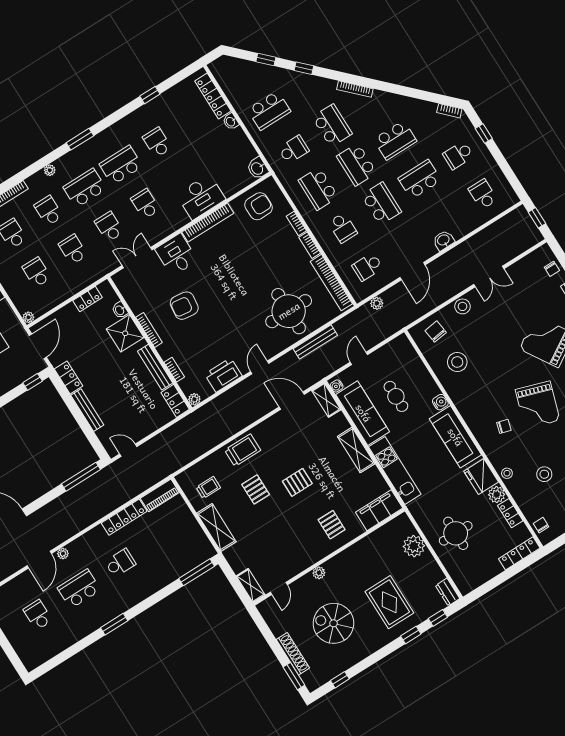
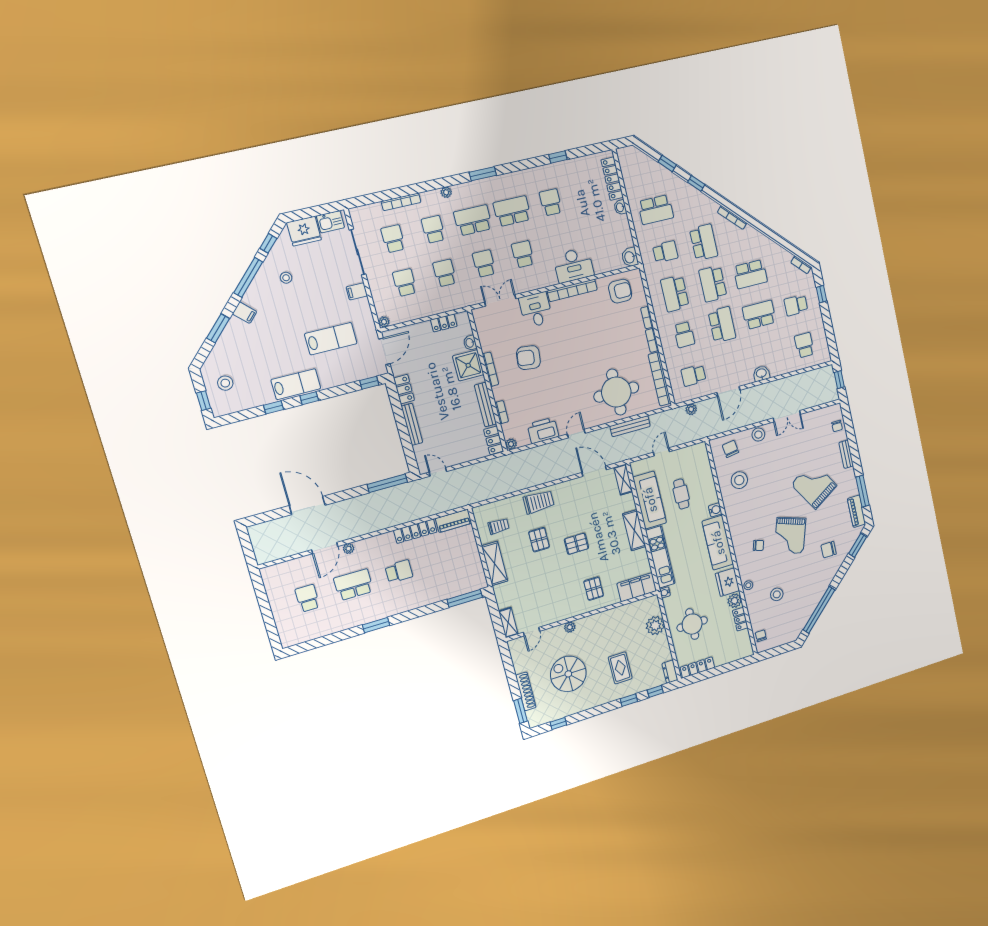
water cooler: (337, 386) -> (665, 592), moved
locker: (519, 553) -> (697, 667), moved
rug: (389, 602) -> (620, 668), width x0.73, depth x0.70

